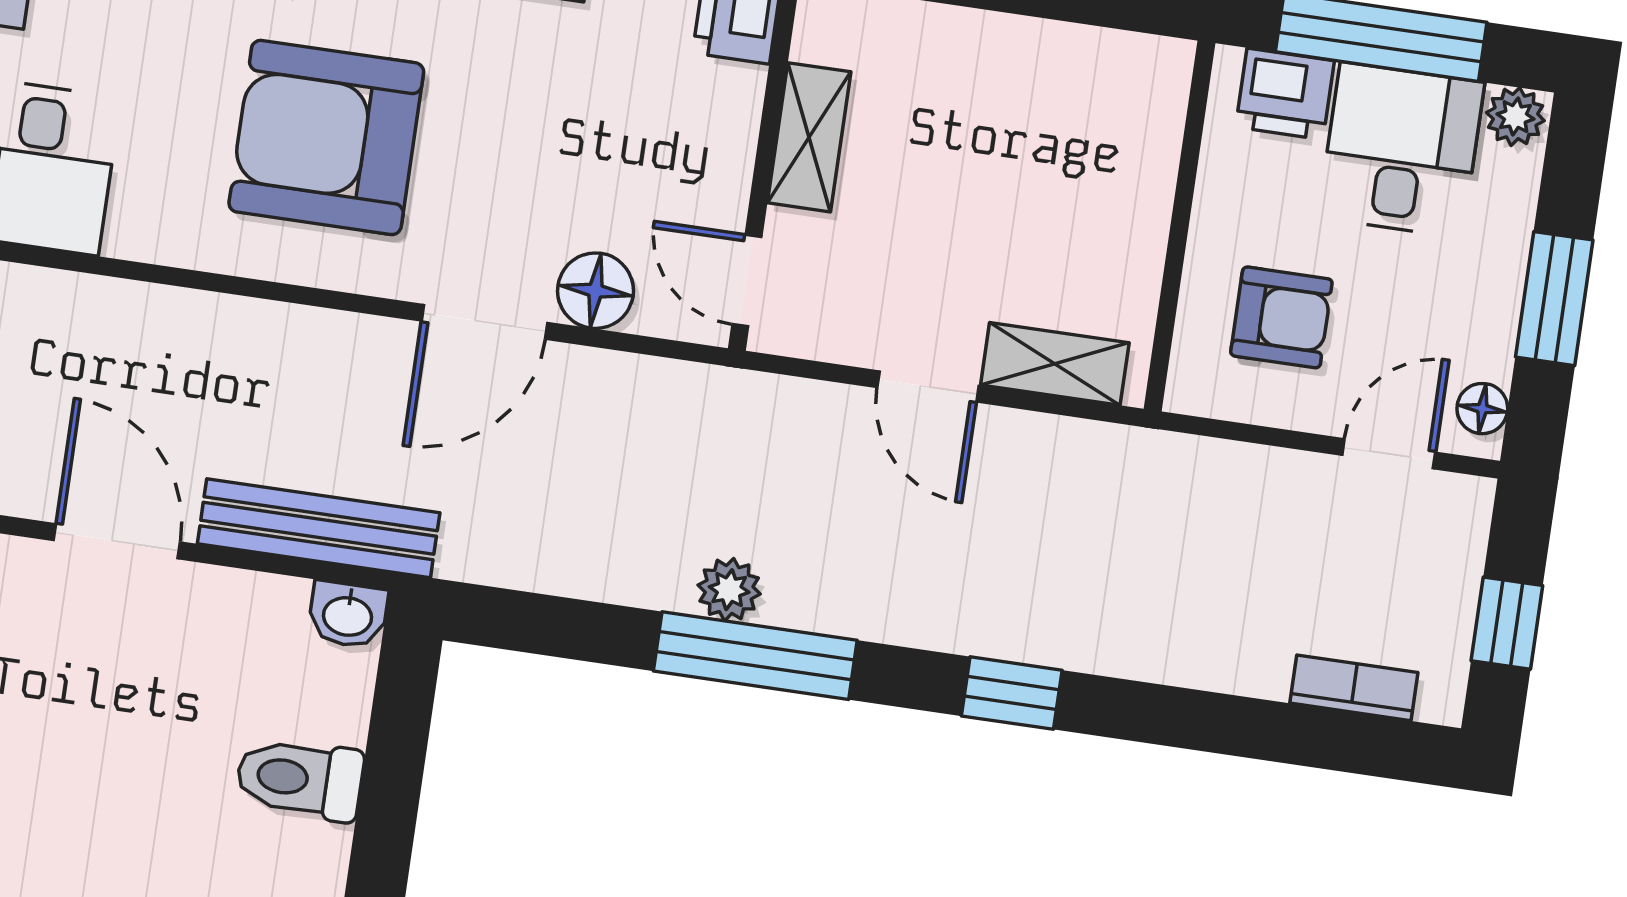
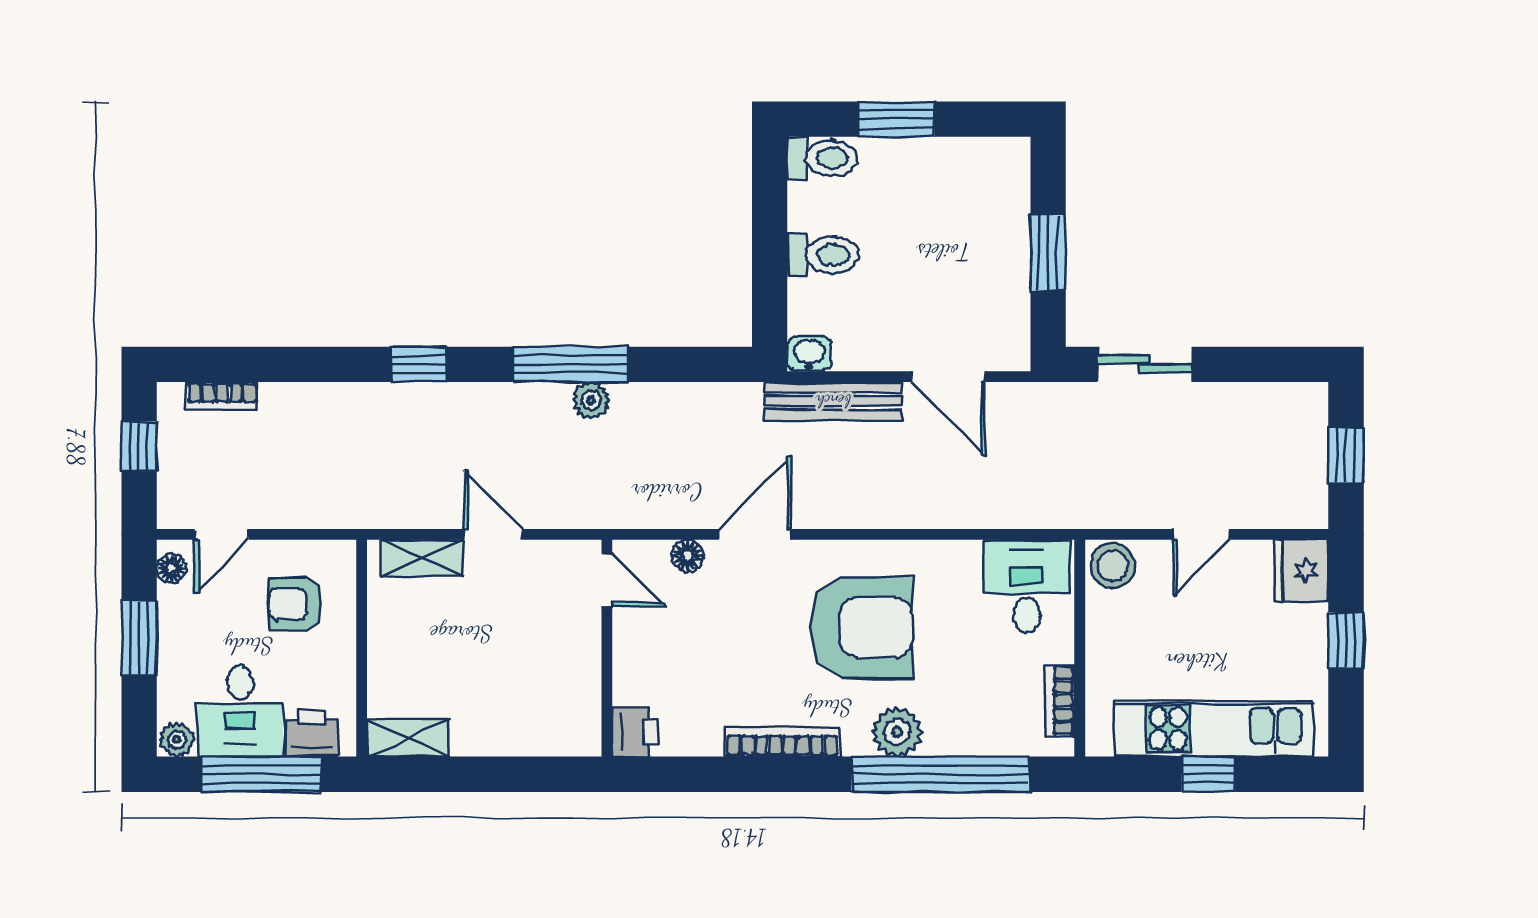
shelving: (809, 137) -> (408, 738), moved, turned 90
floor lamp: (596, 291) -> (687, 556), width x0.73, depth x0.73

